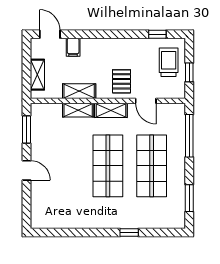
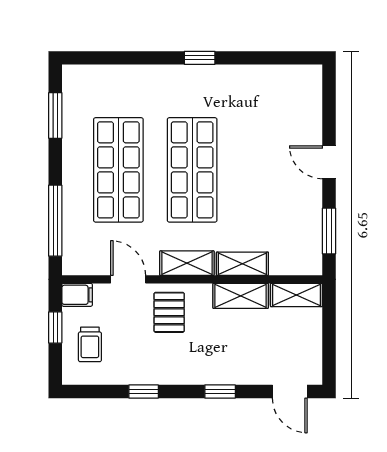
window: (91, 34) -> (220, 391), added
window: (157, 34) -> (144, 391), moved
filing cabinet: (73, 47) -> (77, 295), moved, turned 90
trolley: (169, 62) -> (90, 344), width x0.73, depth x0.72
shelving: (37, 75) -> (296, 295), moved, turned 90
window: (129, 232) -> (200, 58), moved

